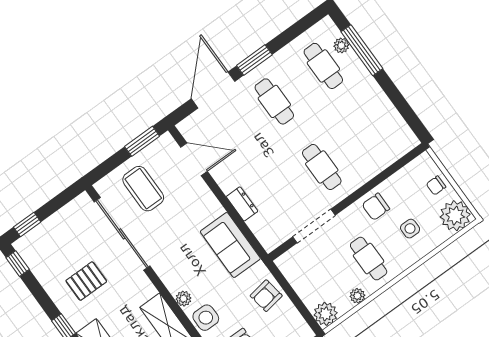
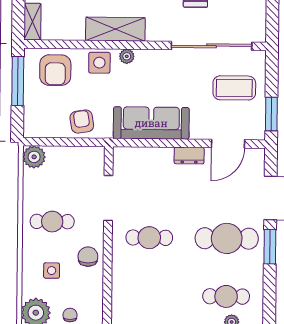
cafe table: (274, 101) -> (227, 238), width x1.37, depth x1.35
dresser: (242, 204) -> (189, 156), moved
sofa: (230, 245) -> (151, 123), width x1.36
plant: (357, 296) -> (30, 192), removed

